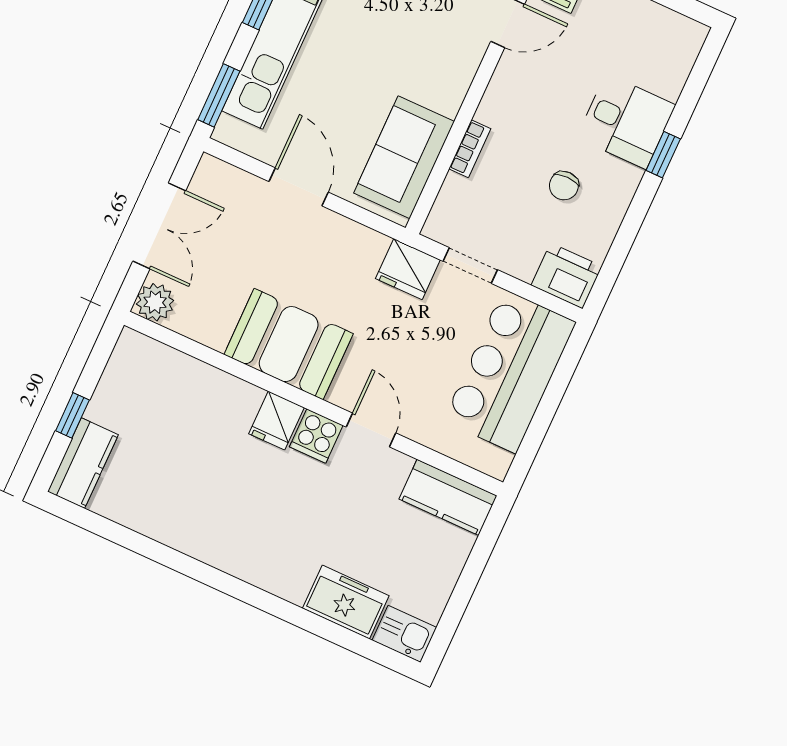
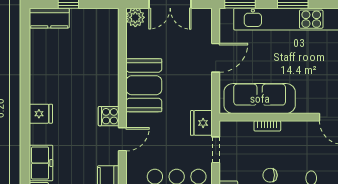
sofa: (404, 157) -> (260, 99), width x1.36
fridge: (276, 421) -> (41, 114), moved, turned 180

